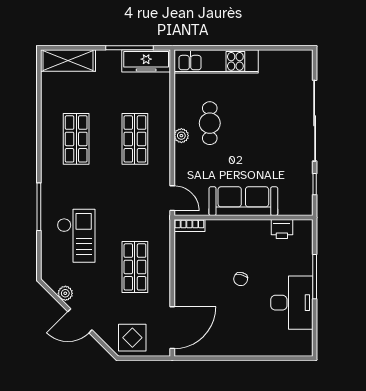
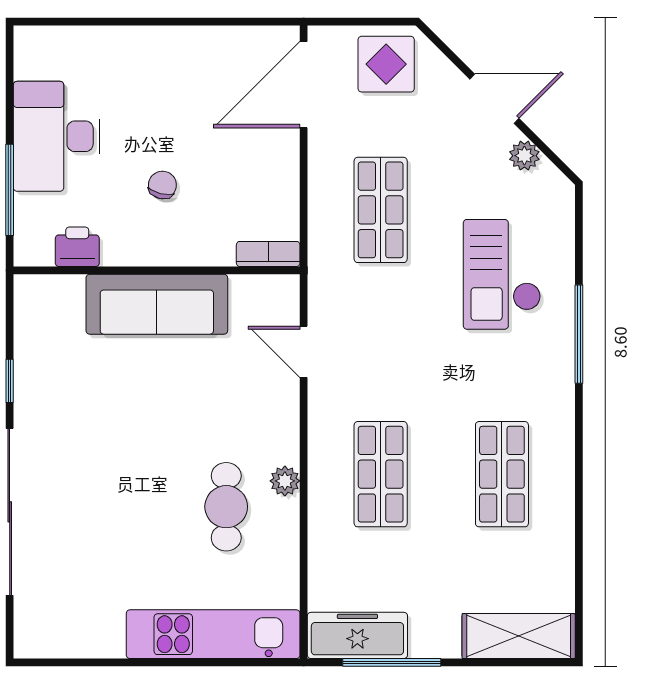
sofa: (243, 201) -> (157, 304), moved
wall: (243, 218) -> (157, 270), moved
bookcase: (189, 226) -> (268, 254), moved
printer: (282, 229) -> (77, 247), moved

